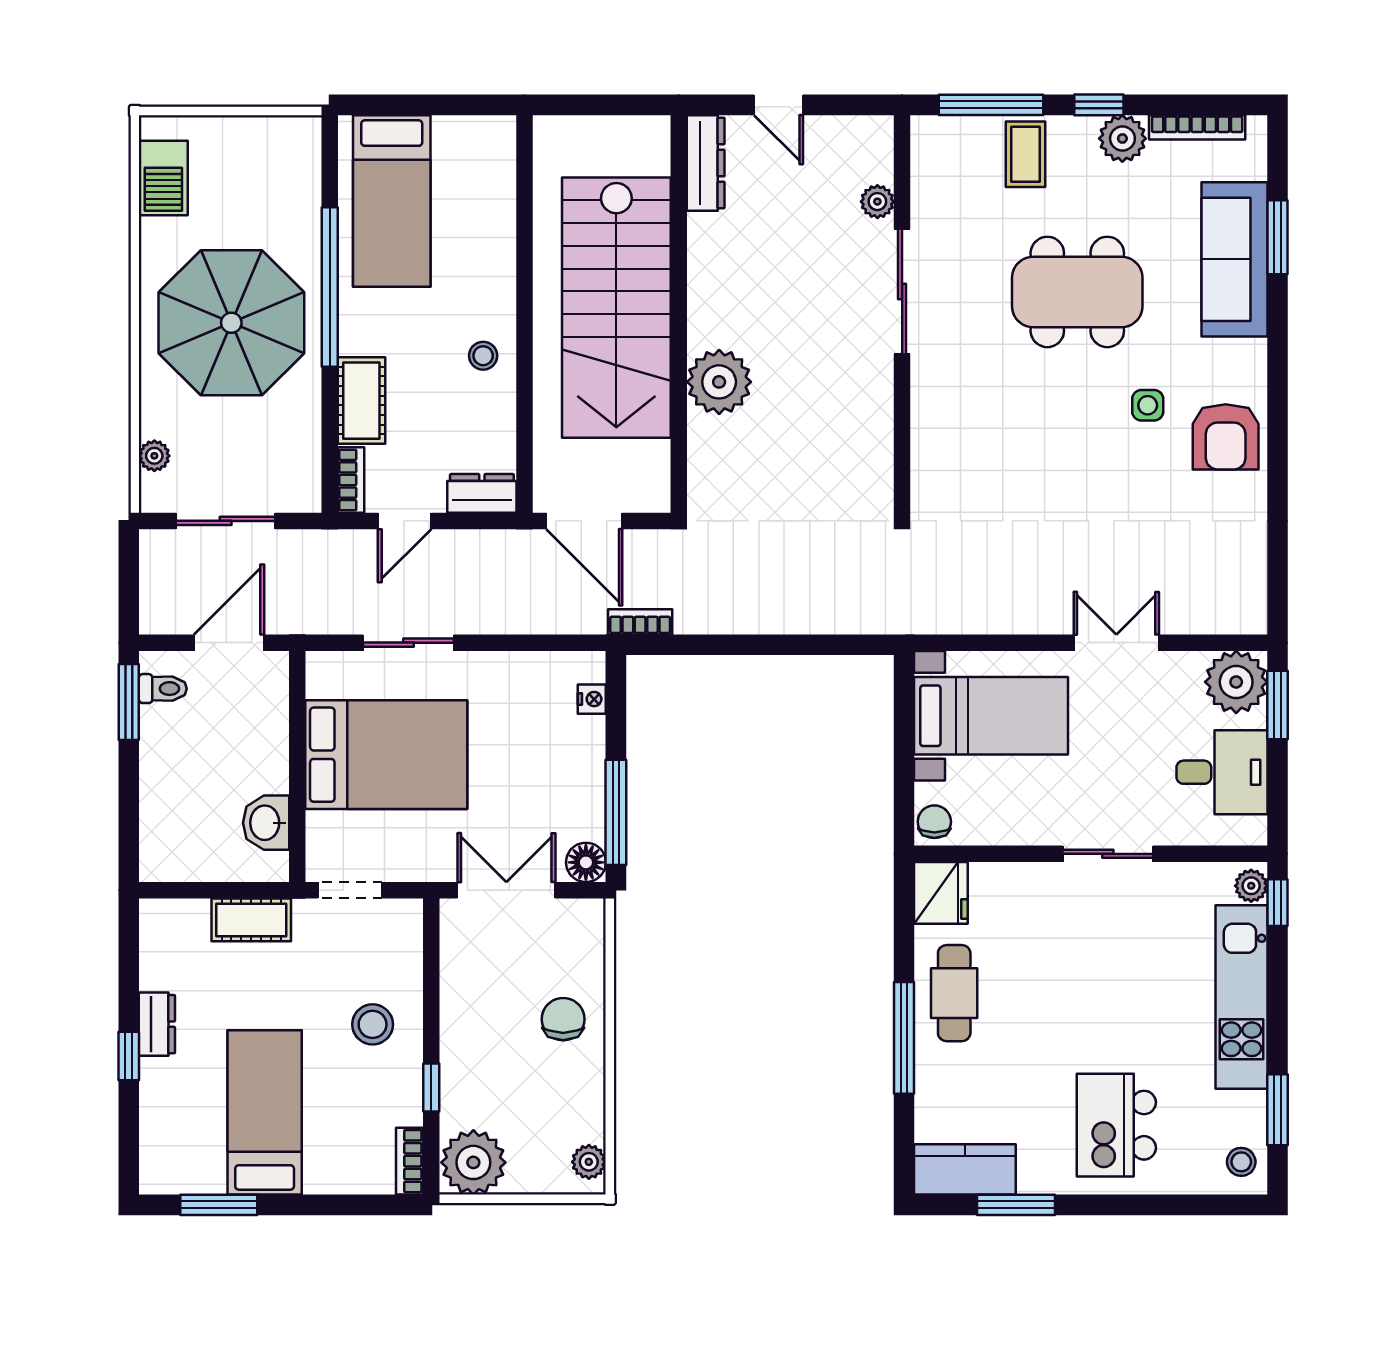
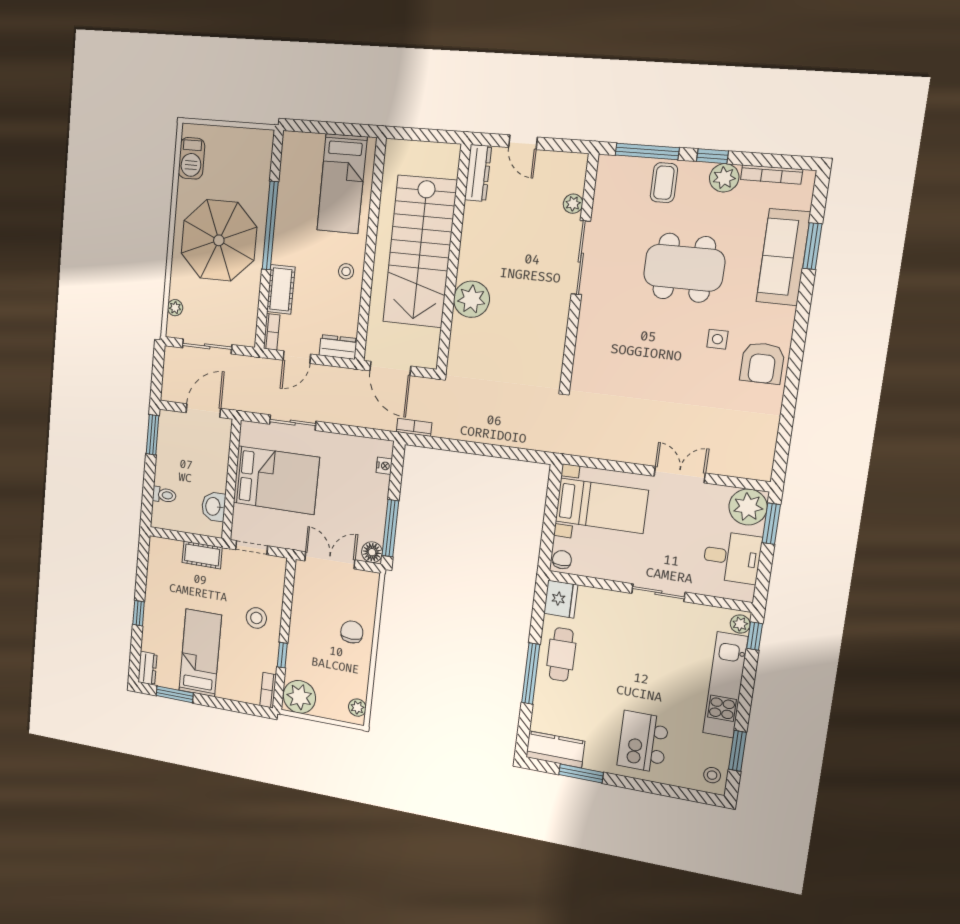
bed: (392, 201) -> (342, 184), moved
toilet: (163, 689) -> (164, 495), moved
dresser: (157, 1024) -> (147, 668), moved

